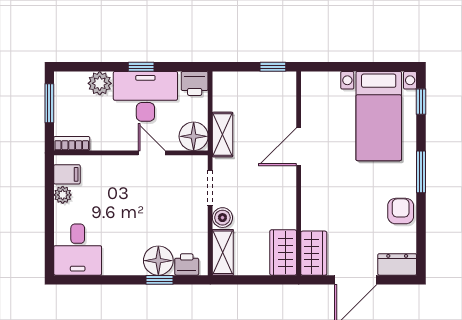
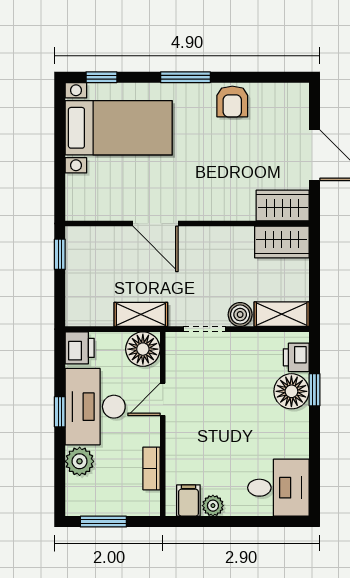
bookcase: (72, 143) -> (152, 468), moved
armchair: (401, 211) -> (232, 102), turned -90
dresser: (397, 264) -> (296, 106), removed

